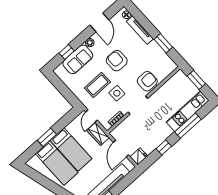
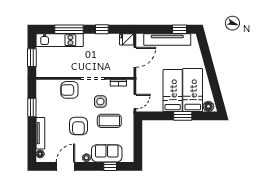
wardrobe: (98, 134) -> (142, 84), removed
floor lamp: (34, 161) -> (208, 106), added

